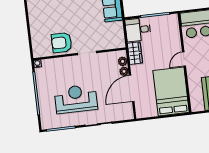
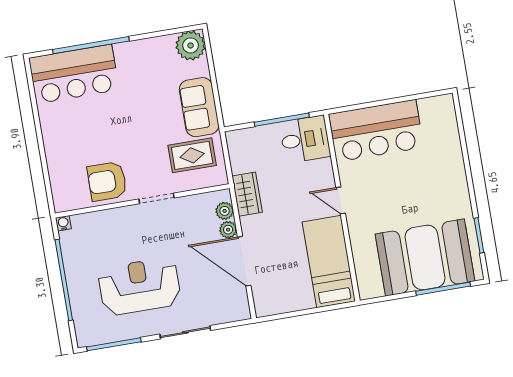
desk: (138, 30) -> (305, 139), moved, turned 180
rug: (107, 31) -> (192, 155), added
door: (184, 59) -> (341, 200), hinge flipped
door: (132, 88) -> (244, 261), hinge flipped
bed: (171, 91) -> (329, 262), width x0.67

